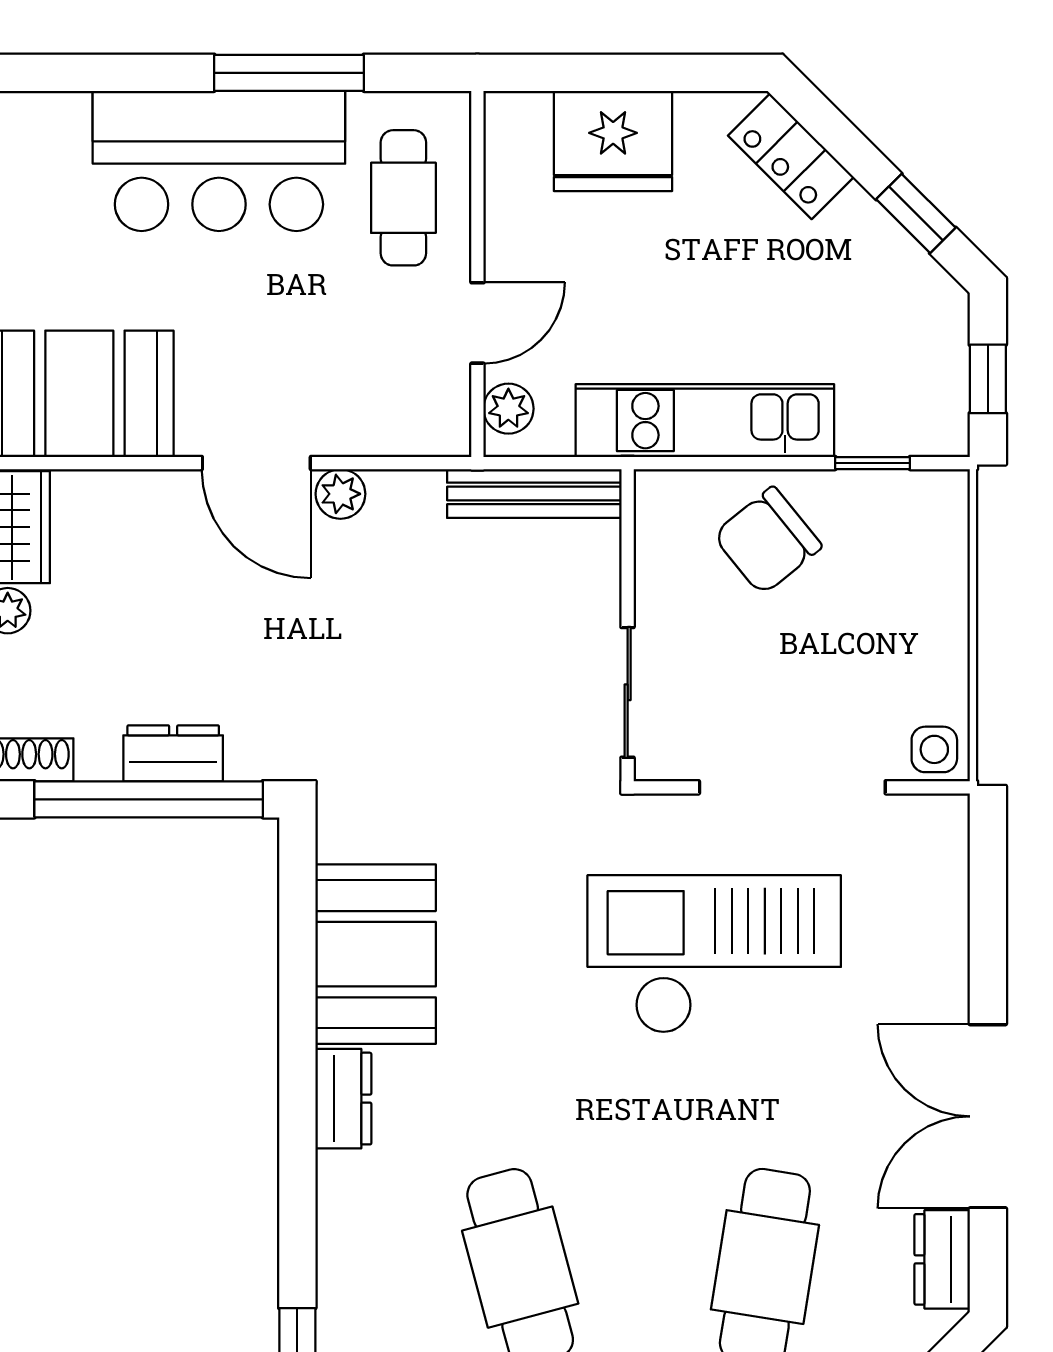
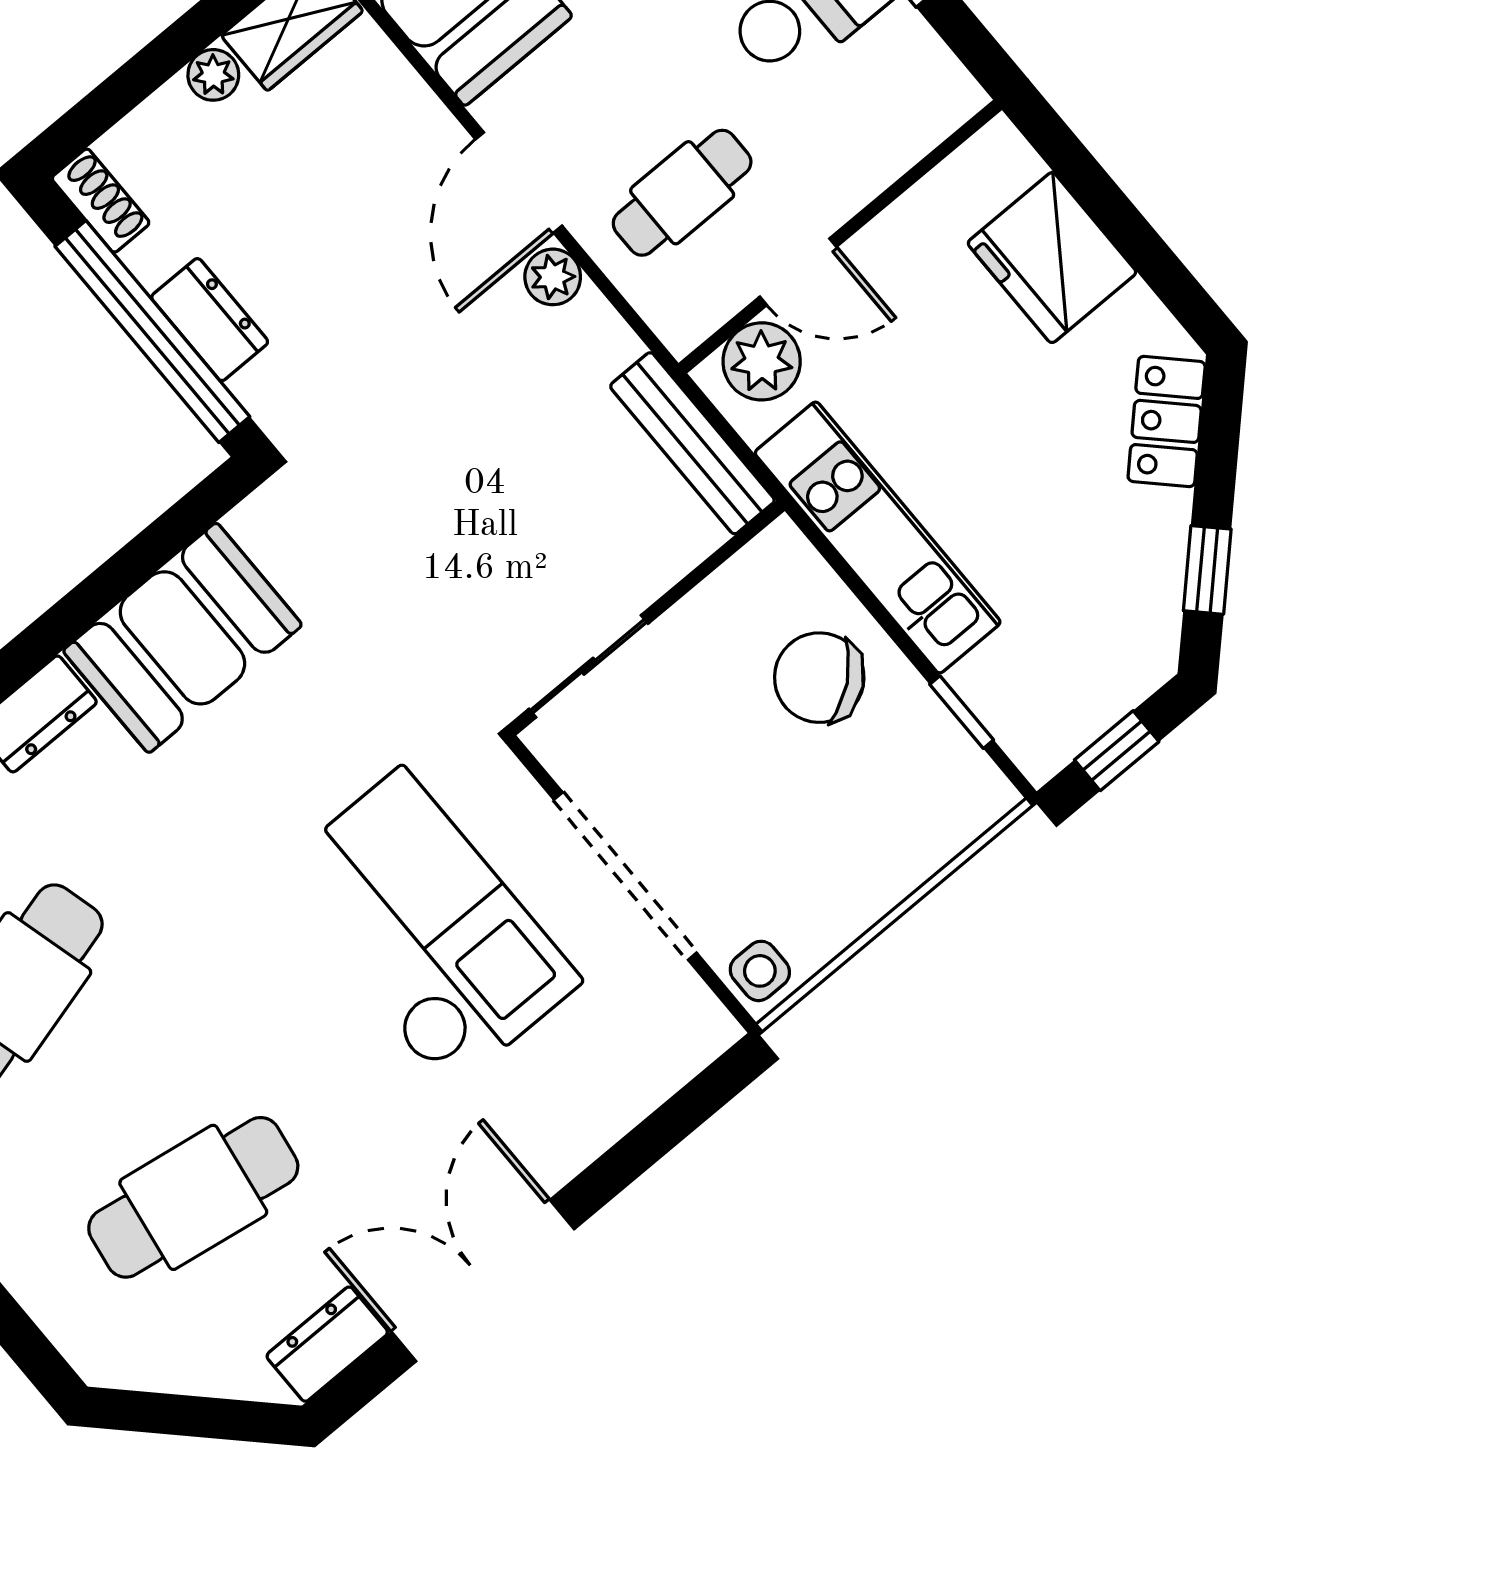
cafe table: (403, 198) -> (682, 193), moved
plant: (508, 409) -> (762, 361), width x1.38, depth x1.38

